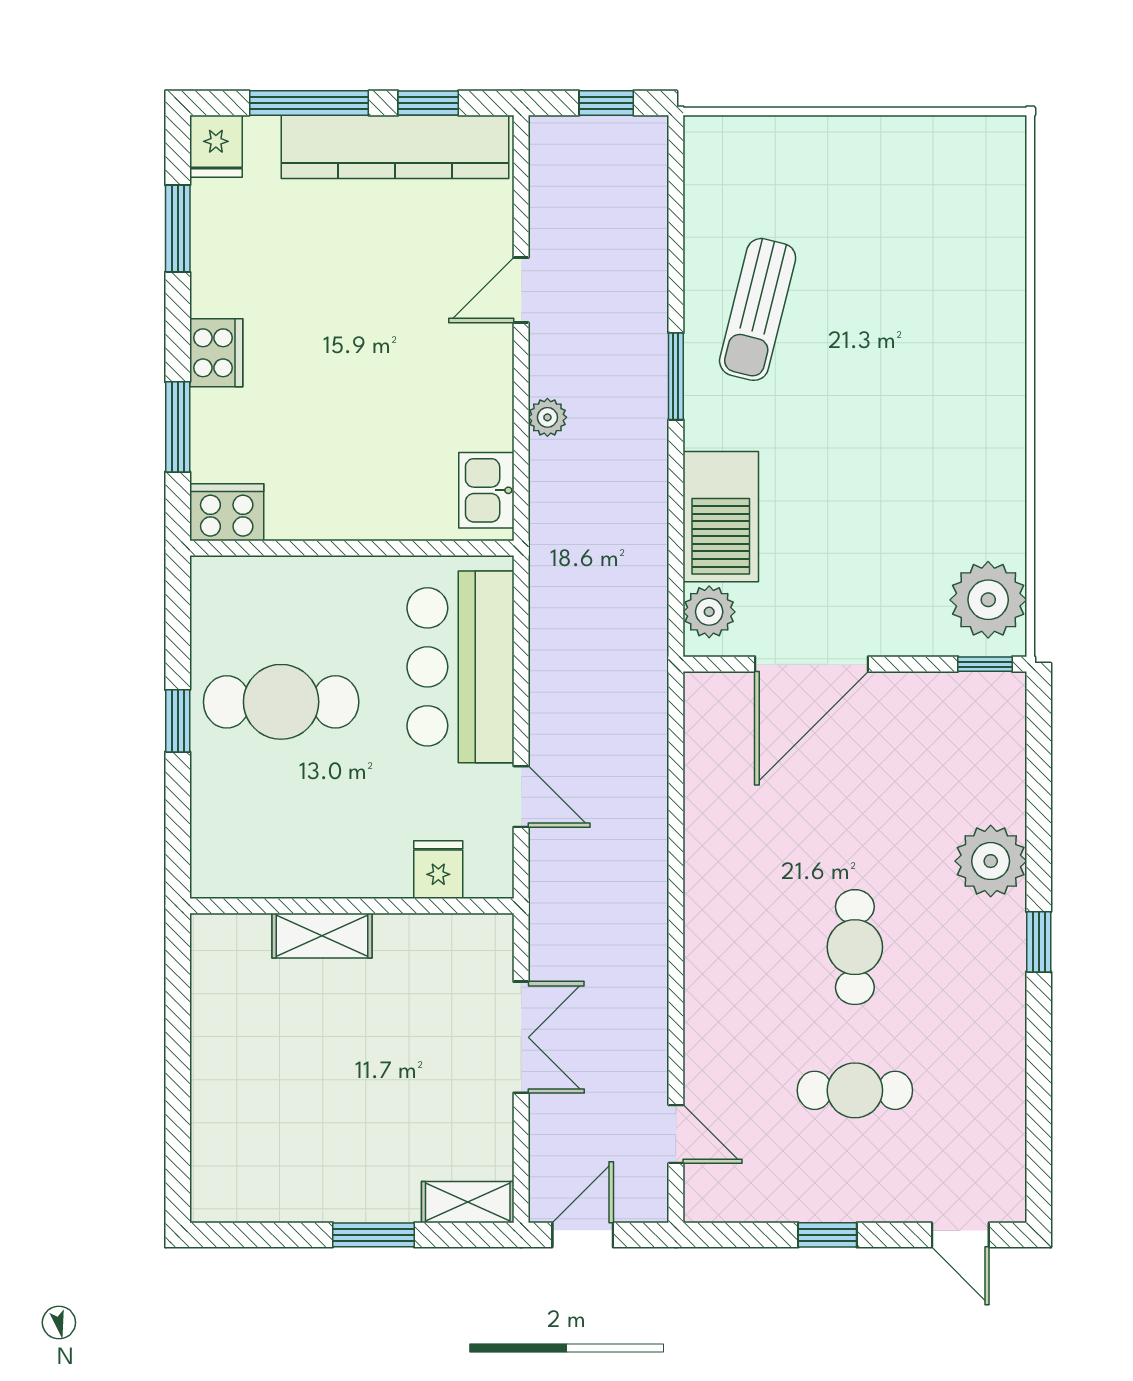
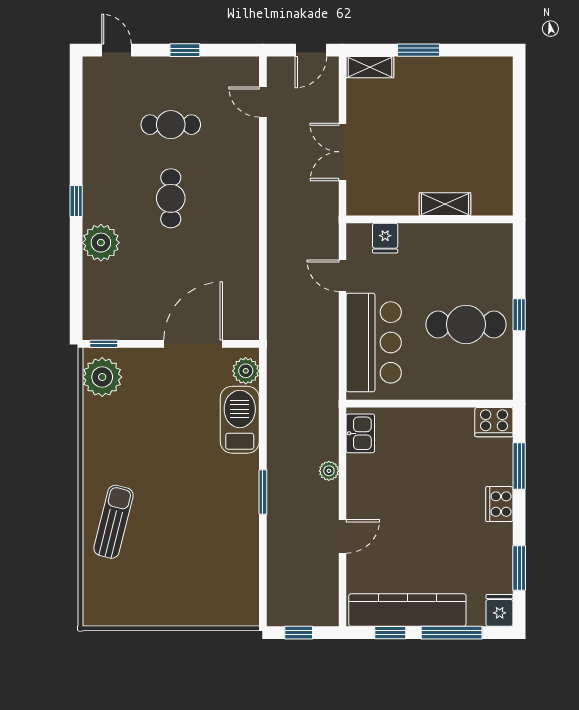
sun lounger: (758, 309) -> (114, 522), moved

